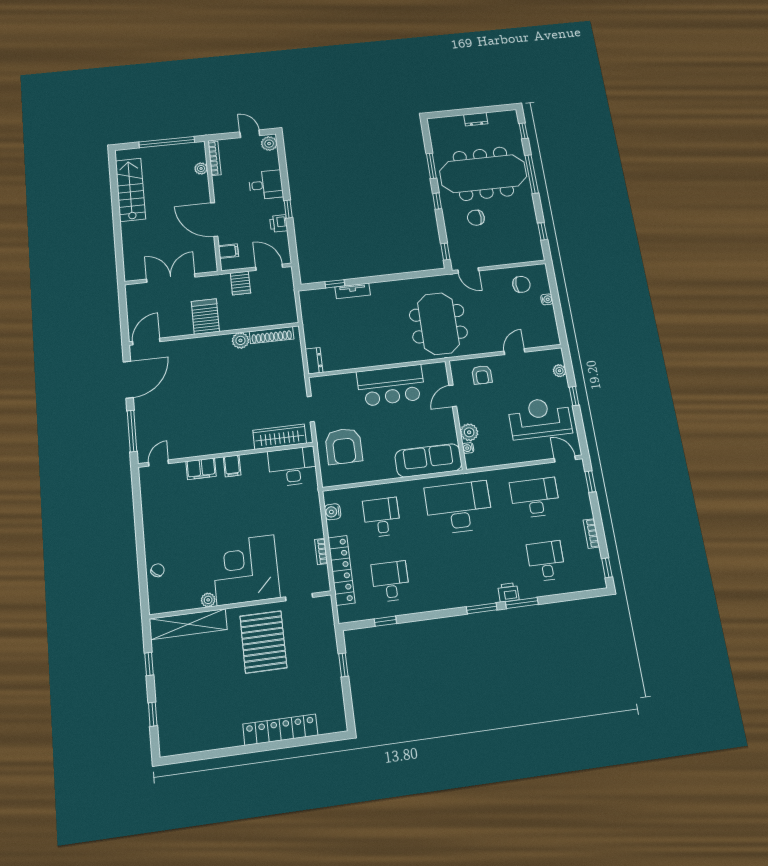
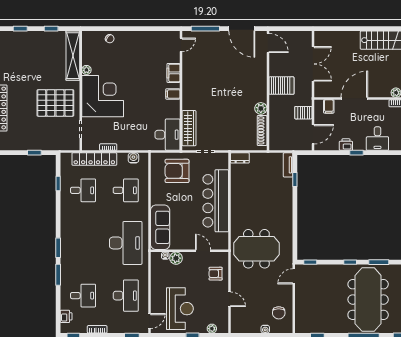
chair: (476, 218) -> (334, 288), removed
tv unit: (353, 291) -> (288, 165), moved
bar counter: (391, 385) -> (216, 201), width x1.36
door: (158, 463) -> (181, 45), hinge flipped
printer: (508, 592) -> (66, 316), moved

